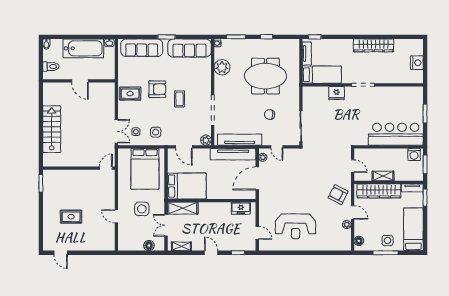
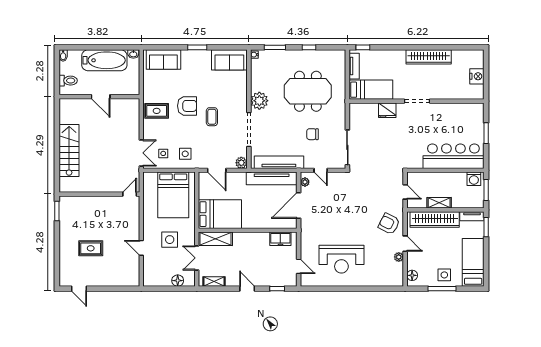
sofa: (142, 48) -> (163, 60), width x0.73
sofa: (190, 48) -> (229, 60), width x0.73
plant: (222, 67) -> (259, 101), moved

